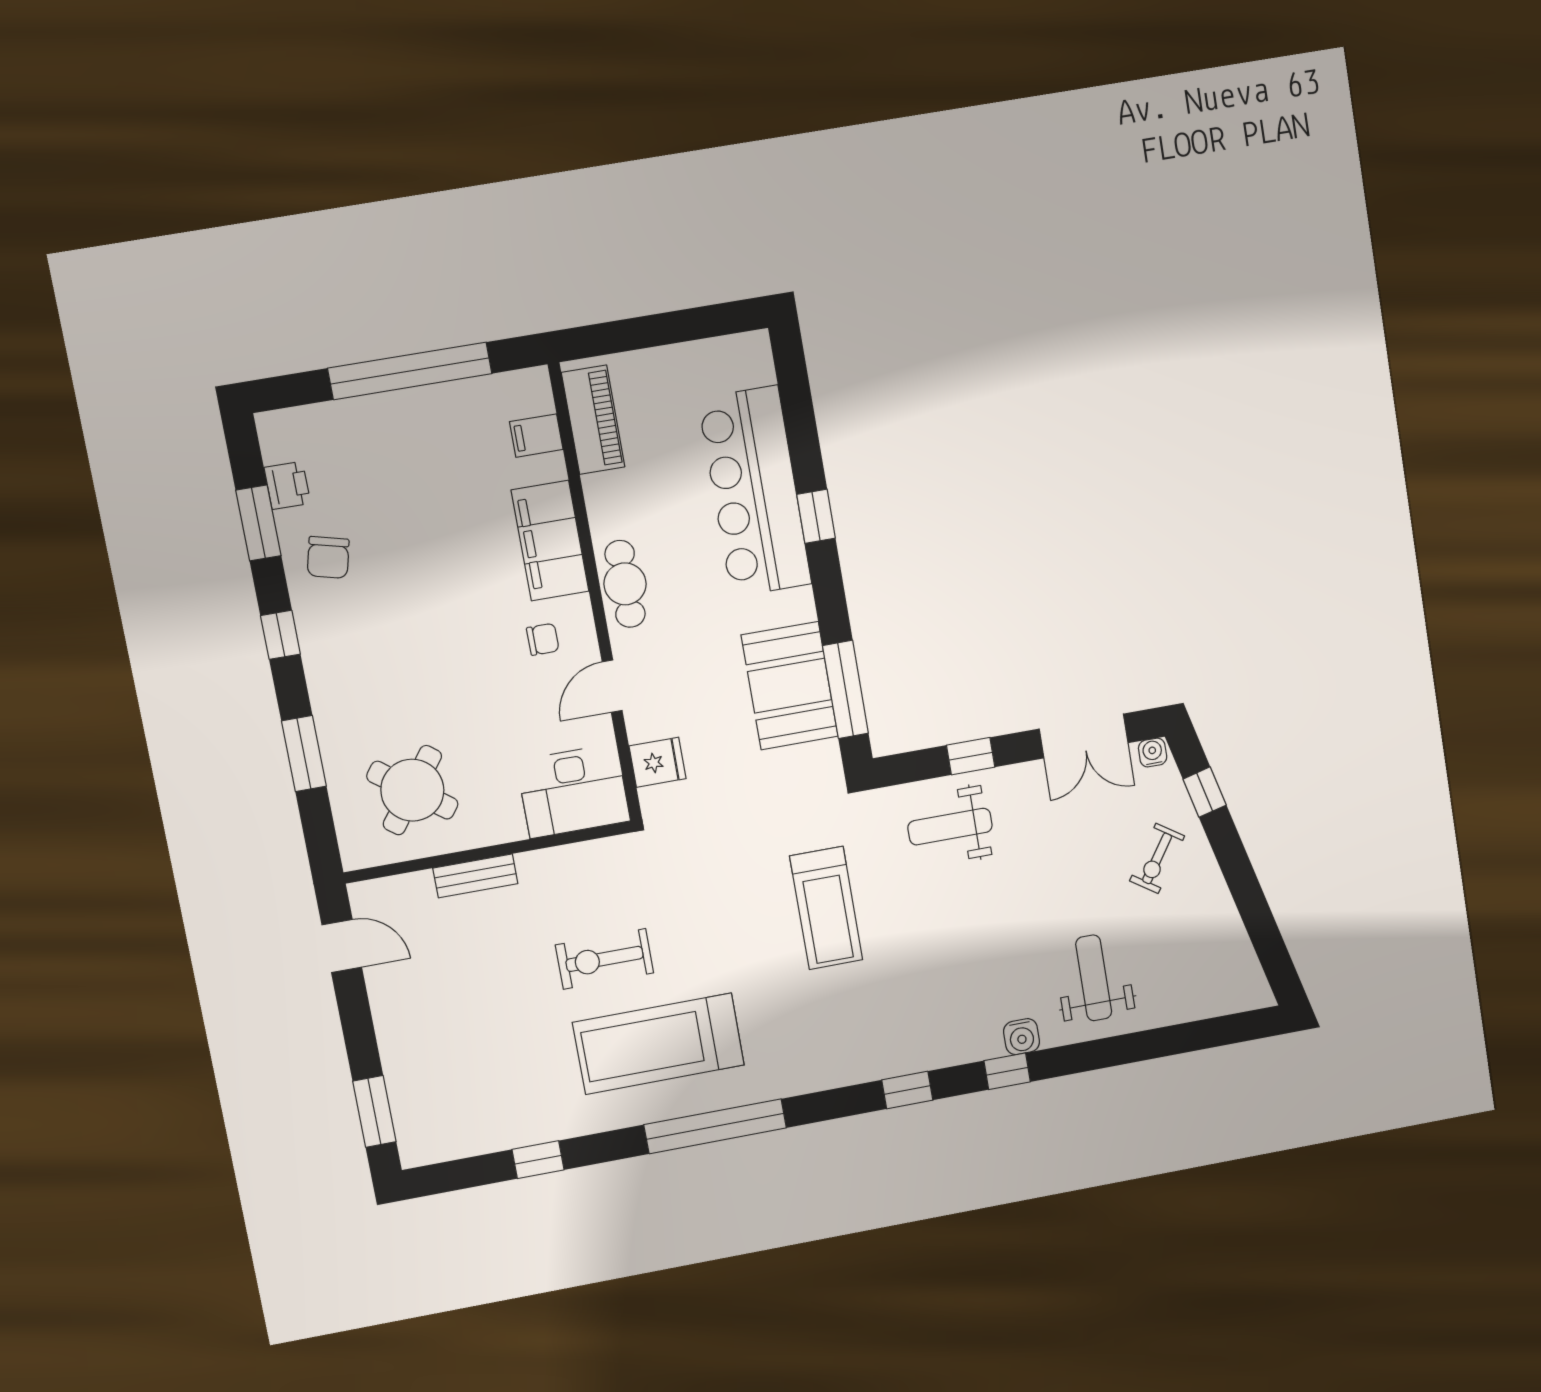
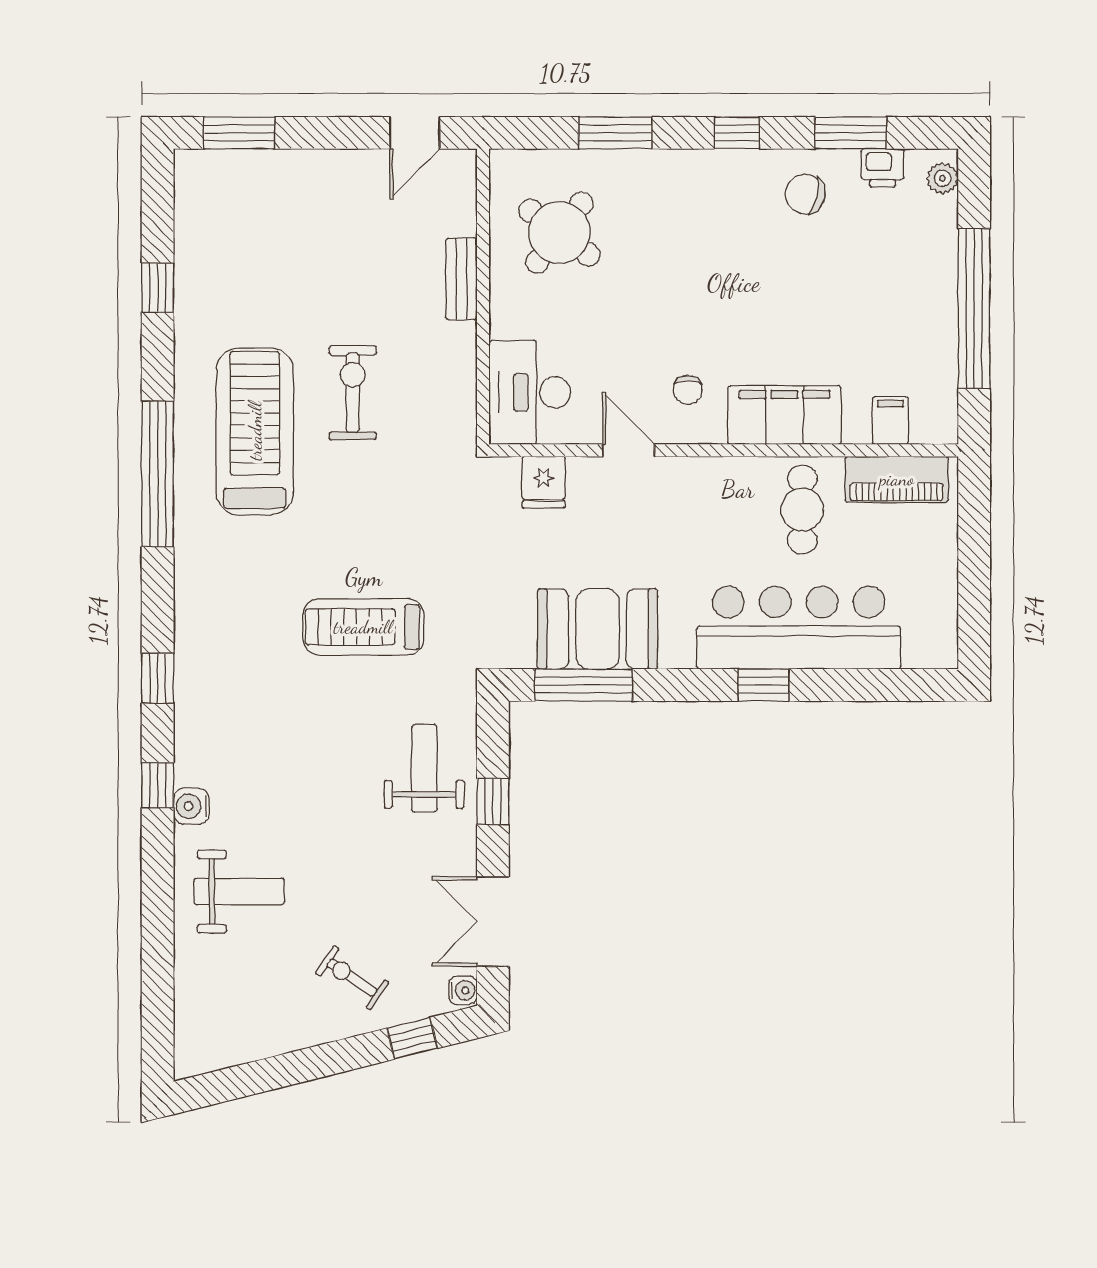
plant: (286, 424) -> (943, 178), added
cafe table: (625, 584) -> (802, 510), moved, turned 90

